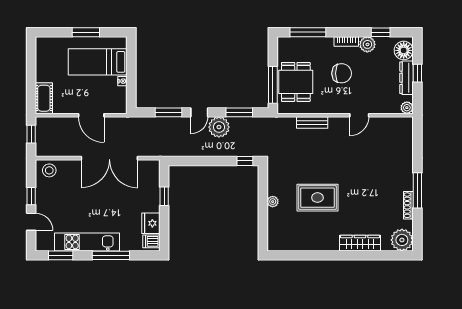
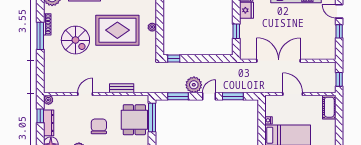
chair: (342, 73) -> (99, 126), turned 90
window: (417, 73) -> (40, 116), moved
stool: (49, 170) -> (325, 51), removed
spiral stairs: (372, 185) -> (75, 40), added
rug: (317, 198) -> (117, 30), width x1.37, depth x1.44

